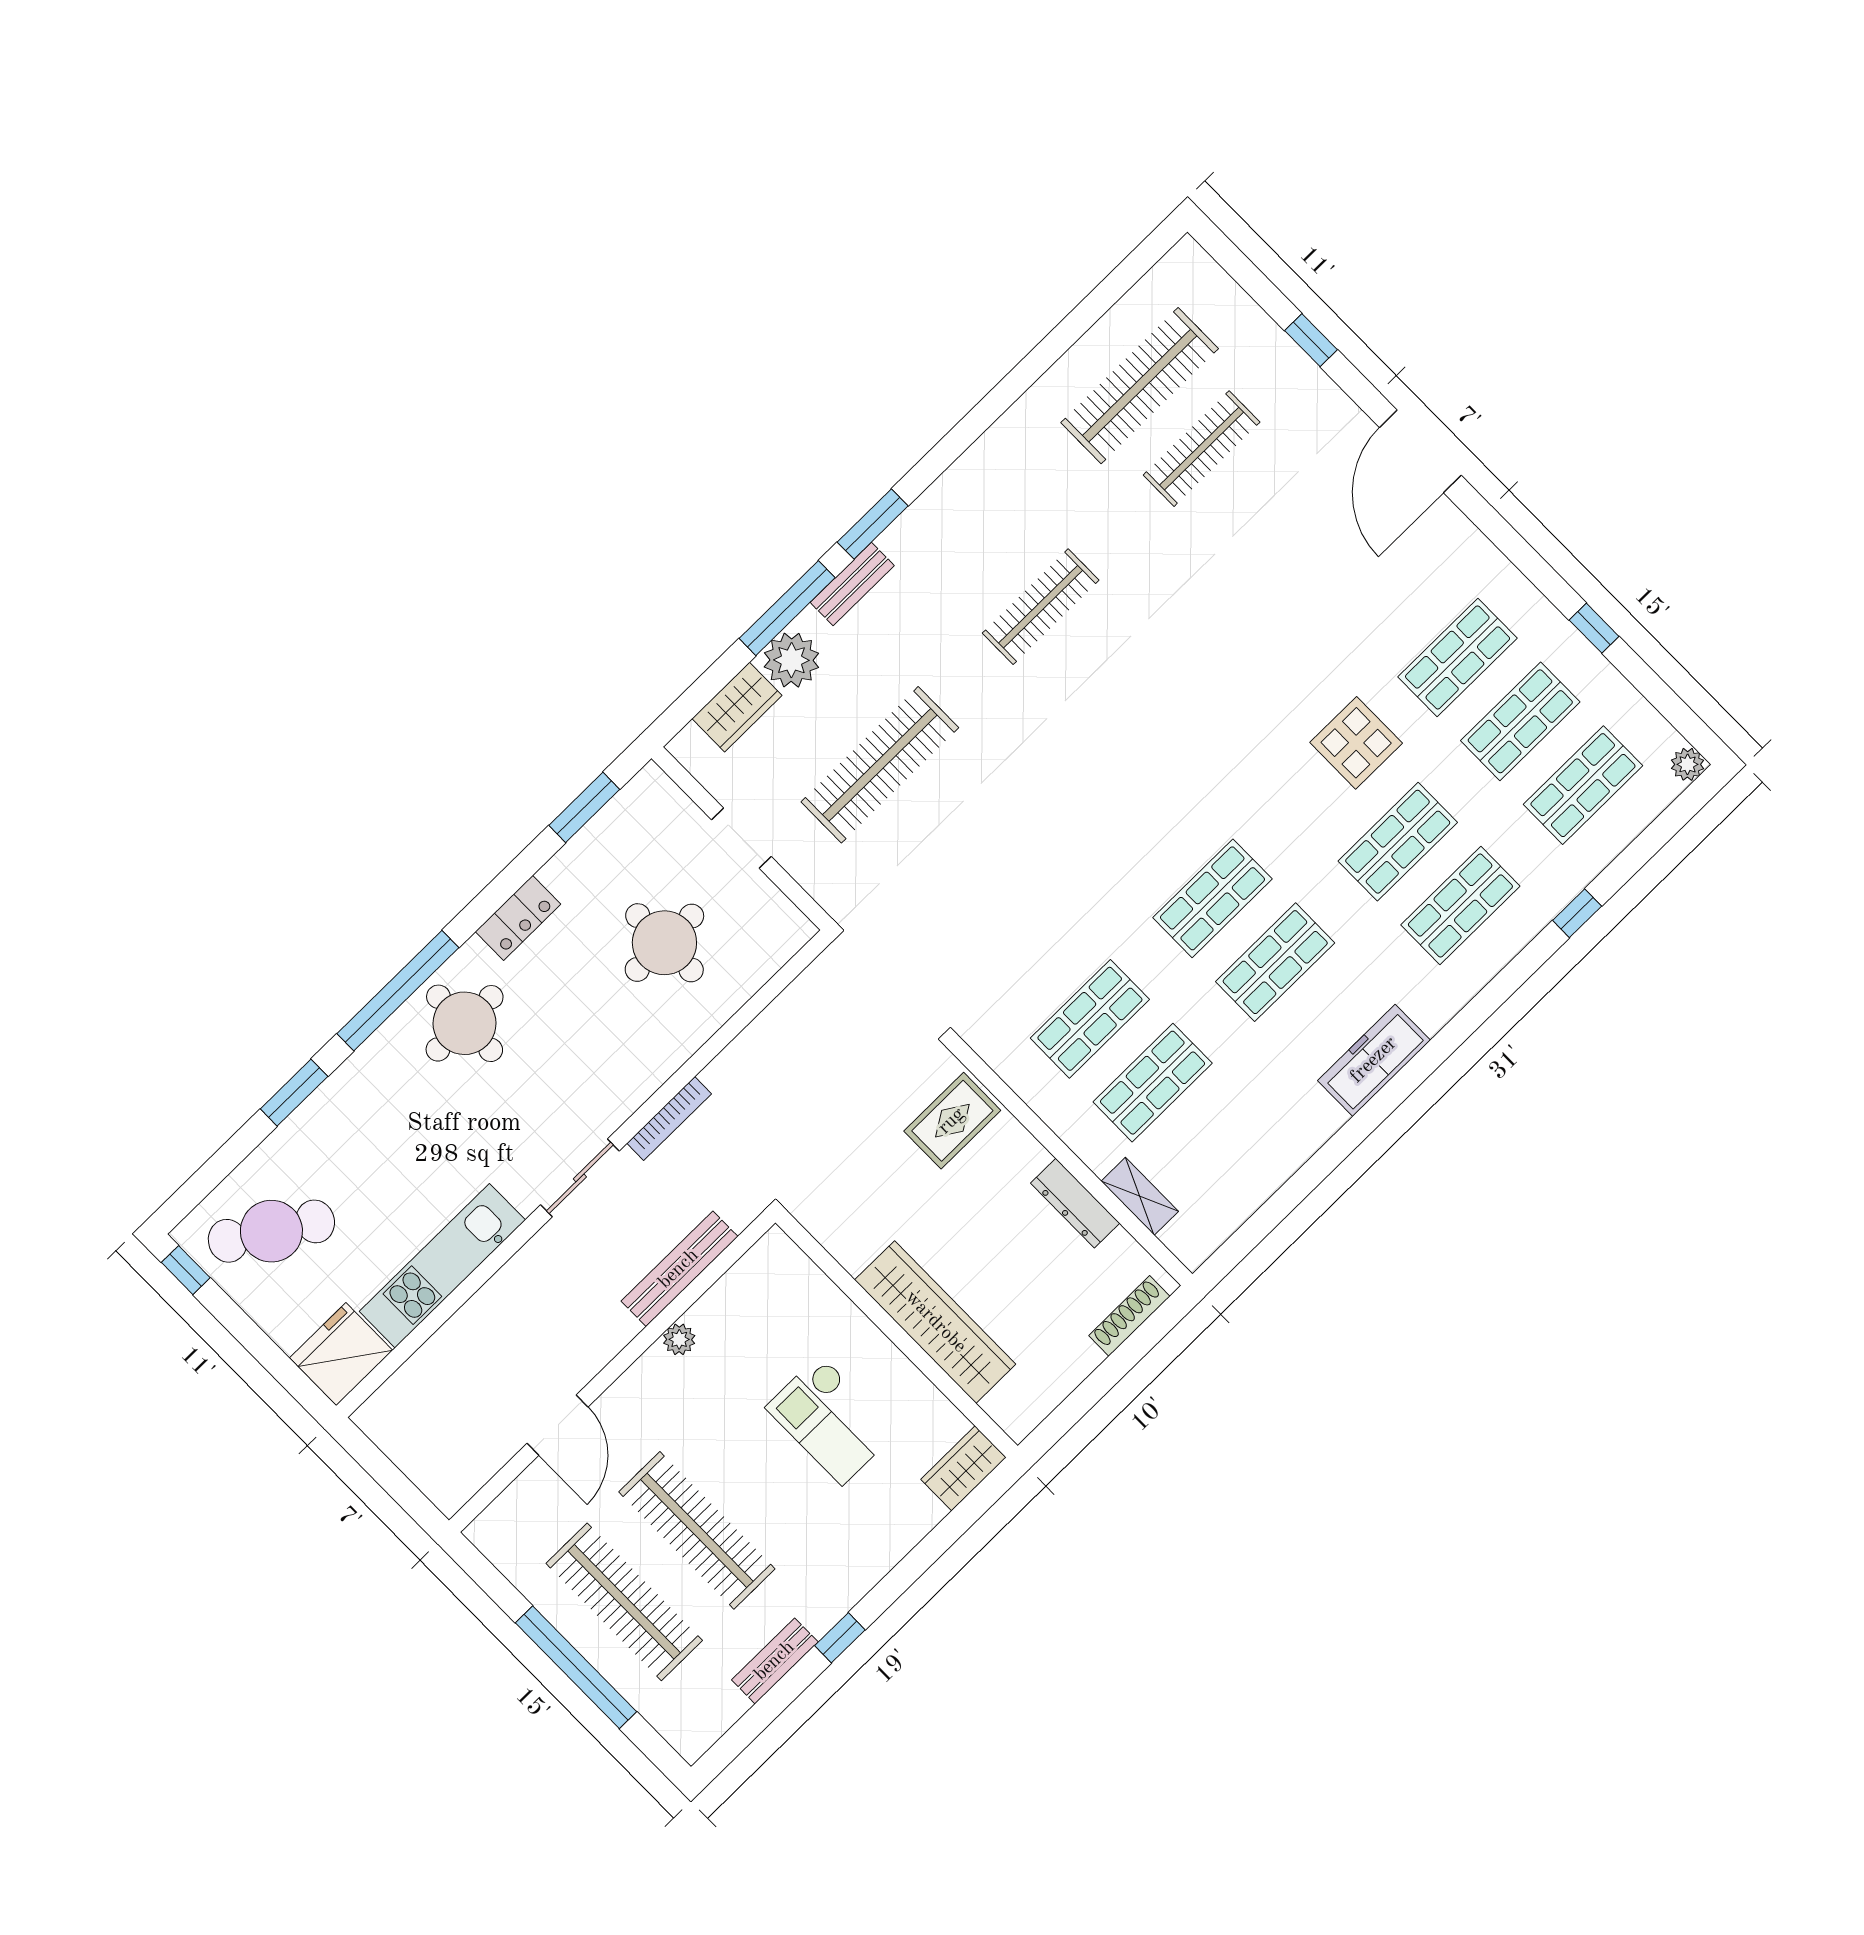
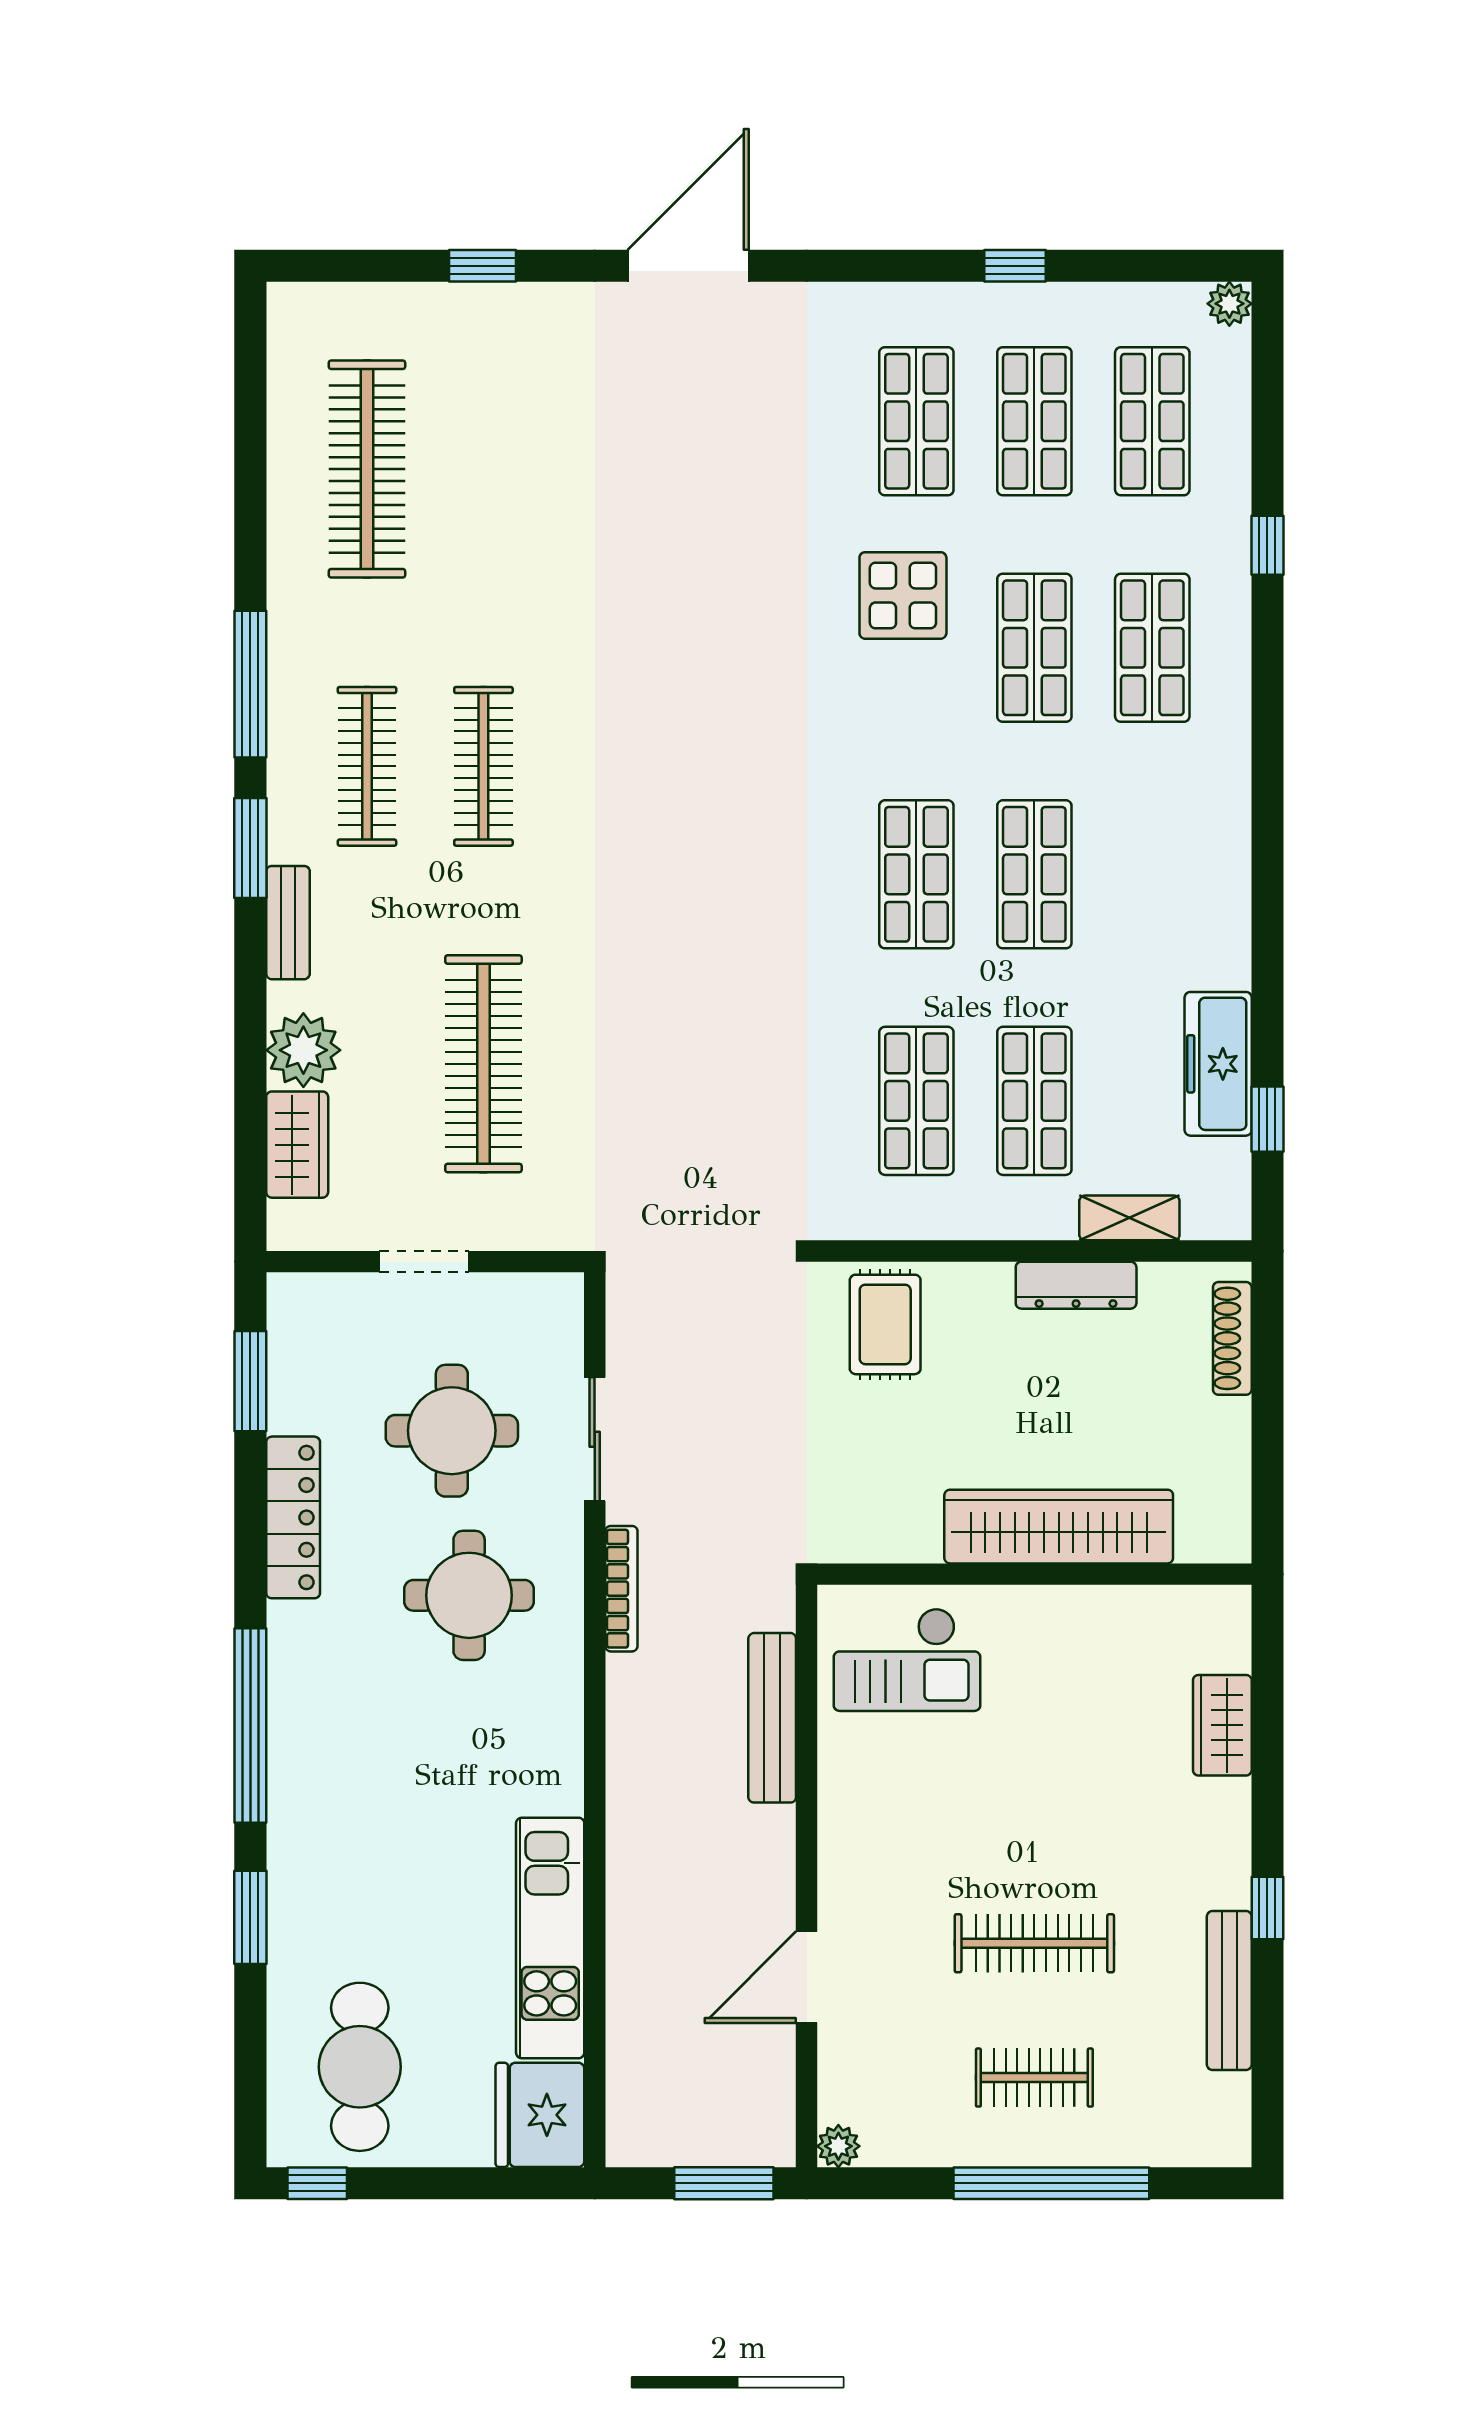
clothes rail: (1202, 449) -> (367, 766), moved
door: (1420, 451) -> (688, 266), swing flipped
window: (787, 608) -> (250, 684), moved
locker: (518, 918) -> (293, 1517), width x1.53
round table: (465, 1023) -> (469, 1595), moved
freezer: (1374, 1060) -> (1218, 1064), moved
sliding door: (580, 1178) -> (595, 1439), moved
window: (1267, 1218) -> (1267, 1119), added
cafe table: (271, 1231) -> (360, 2067), turned -32
plant: (679, 1339) -> (838, 2146), moved
checkout: (831, 1420) -> (907, 1660), moved
door: (558, 1425) -> (807, 1977), swing flipped
wardrobe: (963, 1468) -> (1222, 1725), moved
window: (402, 1490) -> (724, 2183), added
clothes rail: (697, 1530) -> (1034, 1943), width x0.73, depth x0.76
clothes rail: (624, 1602) -> (1034, 2078), width x0.54, depth x0.76
bench: (775, 1661) -> (1229, 1990), width x1.36

